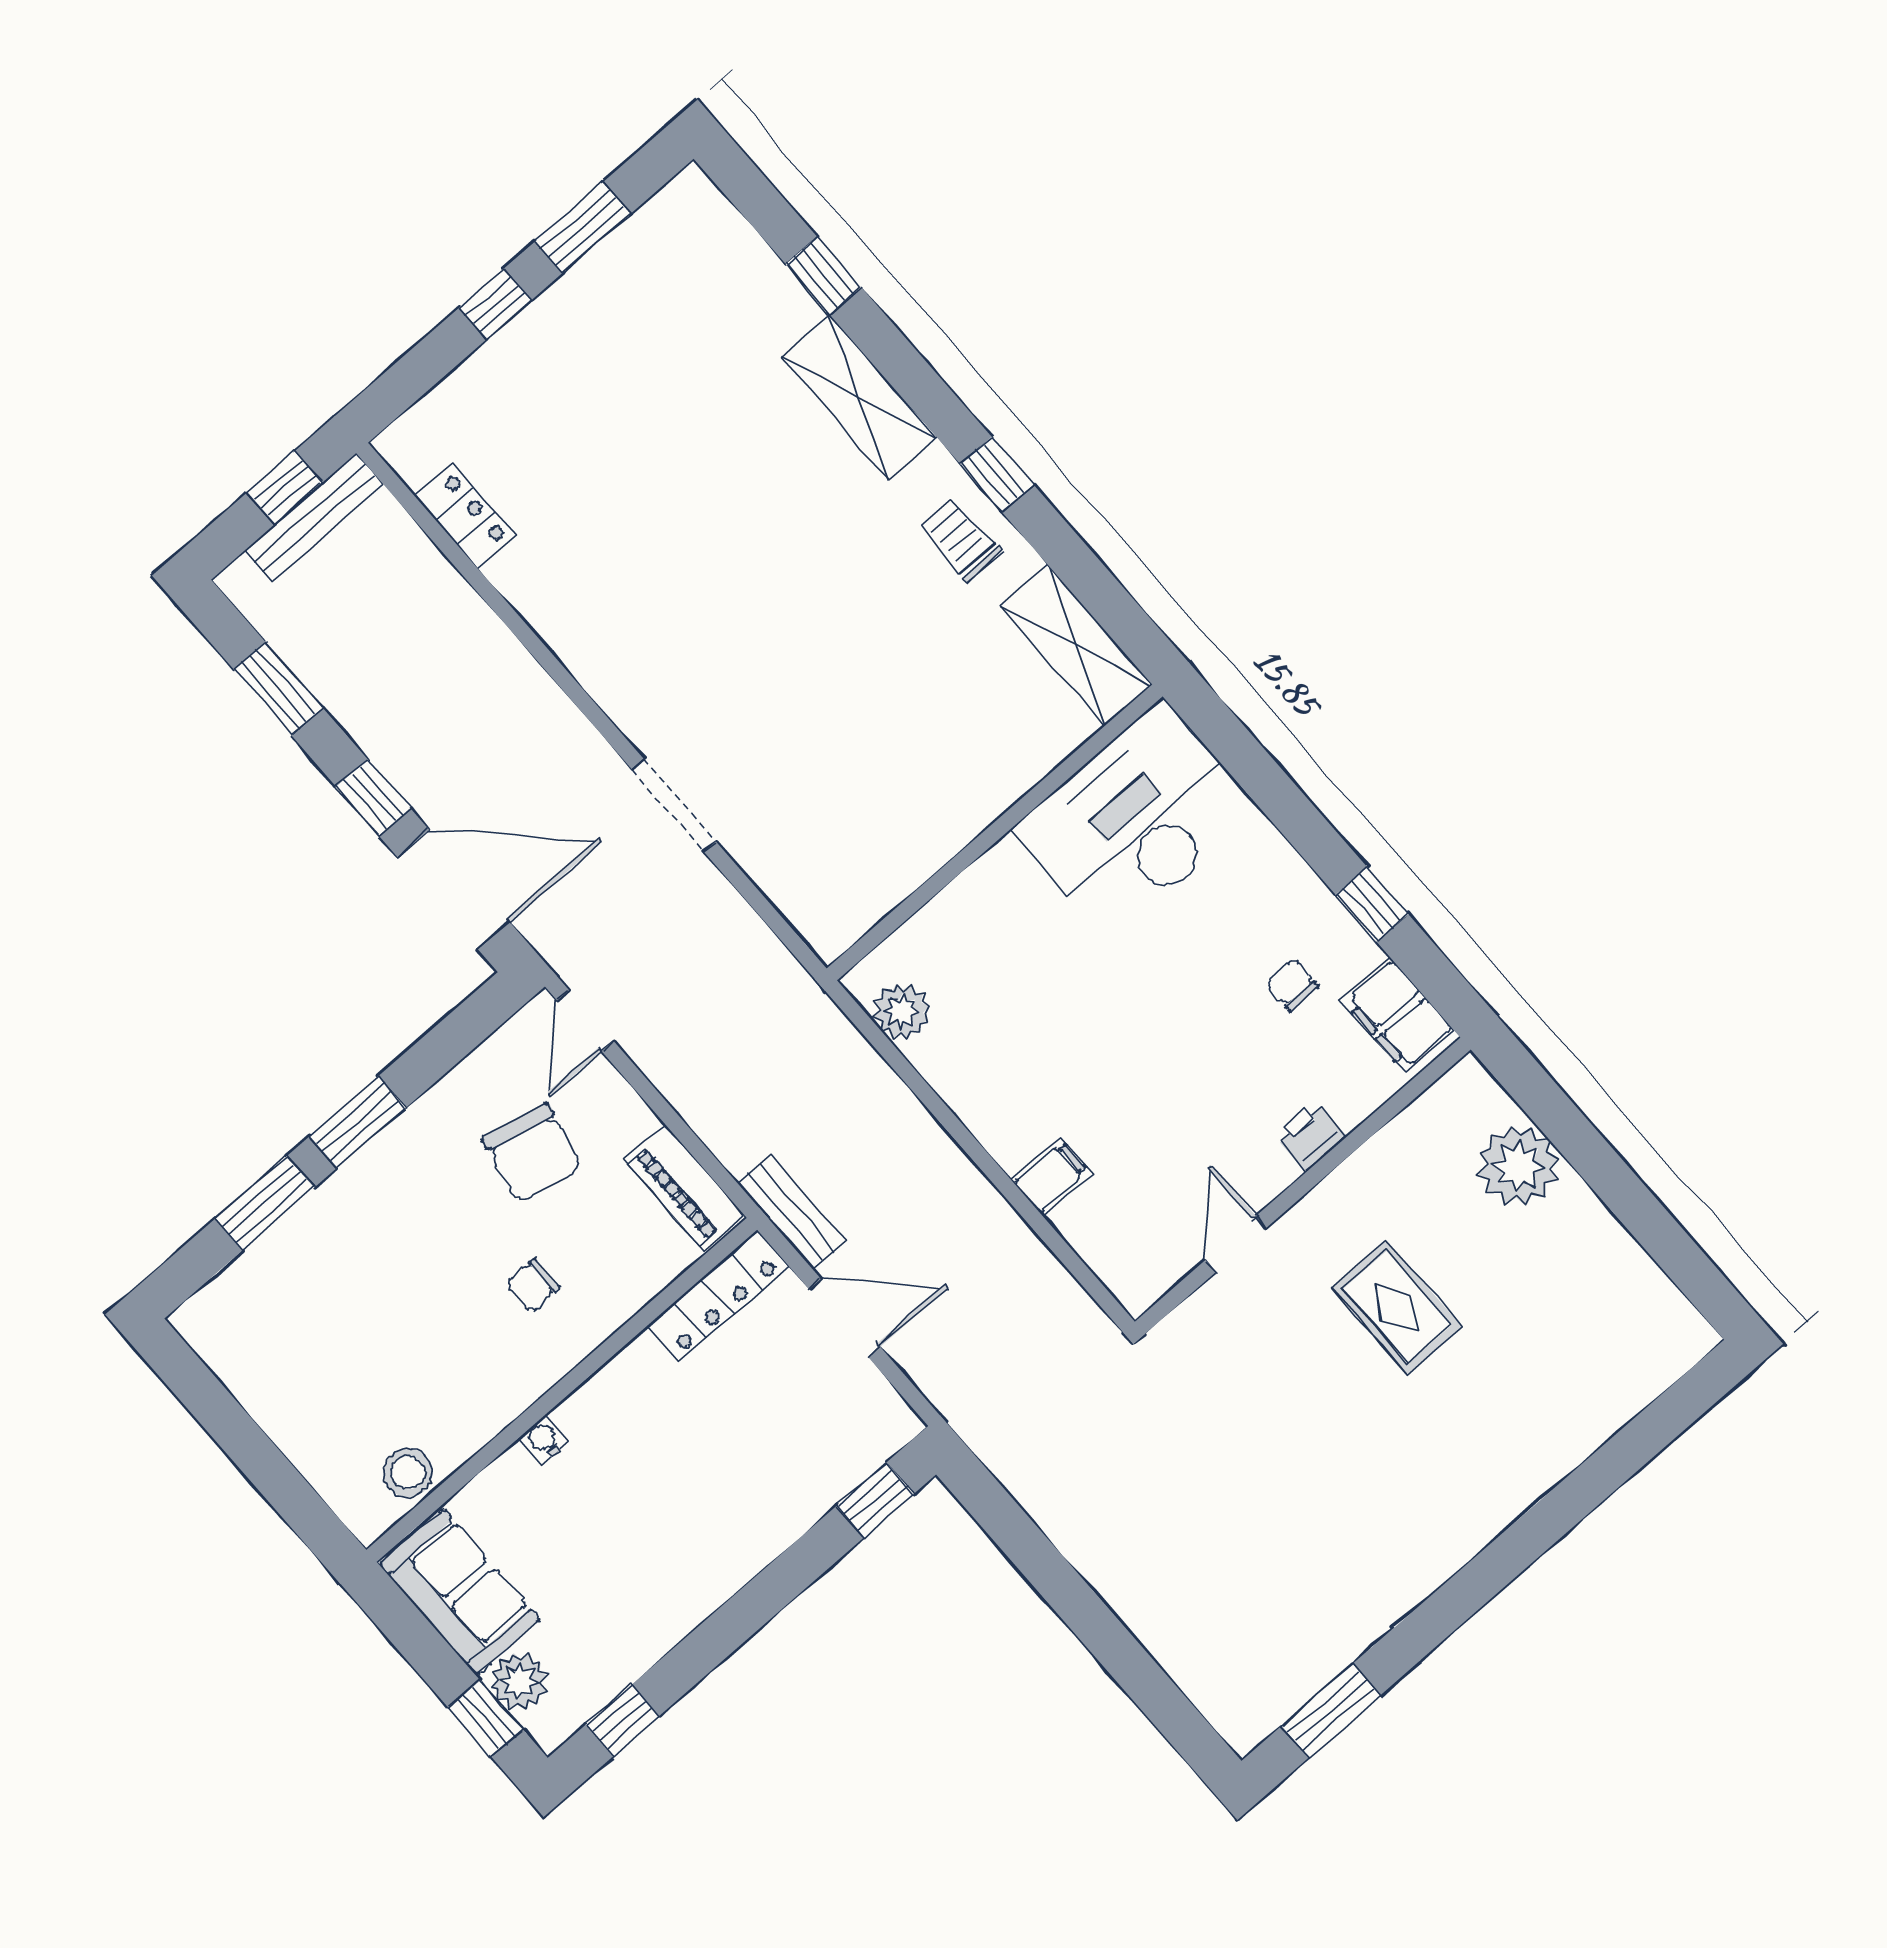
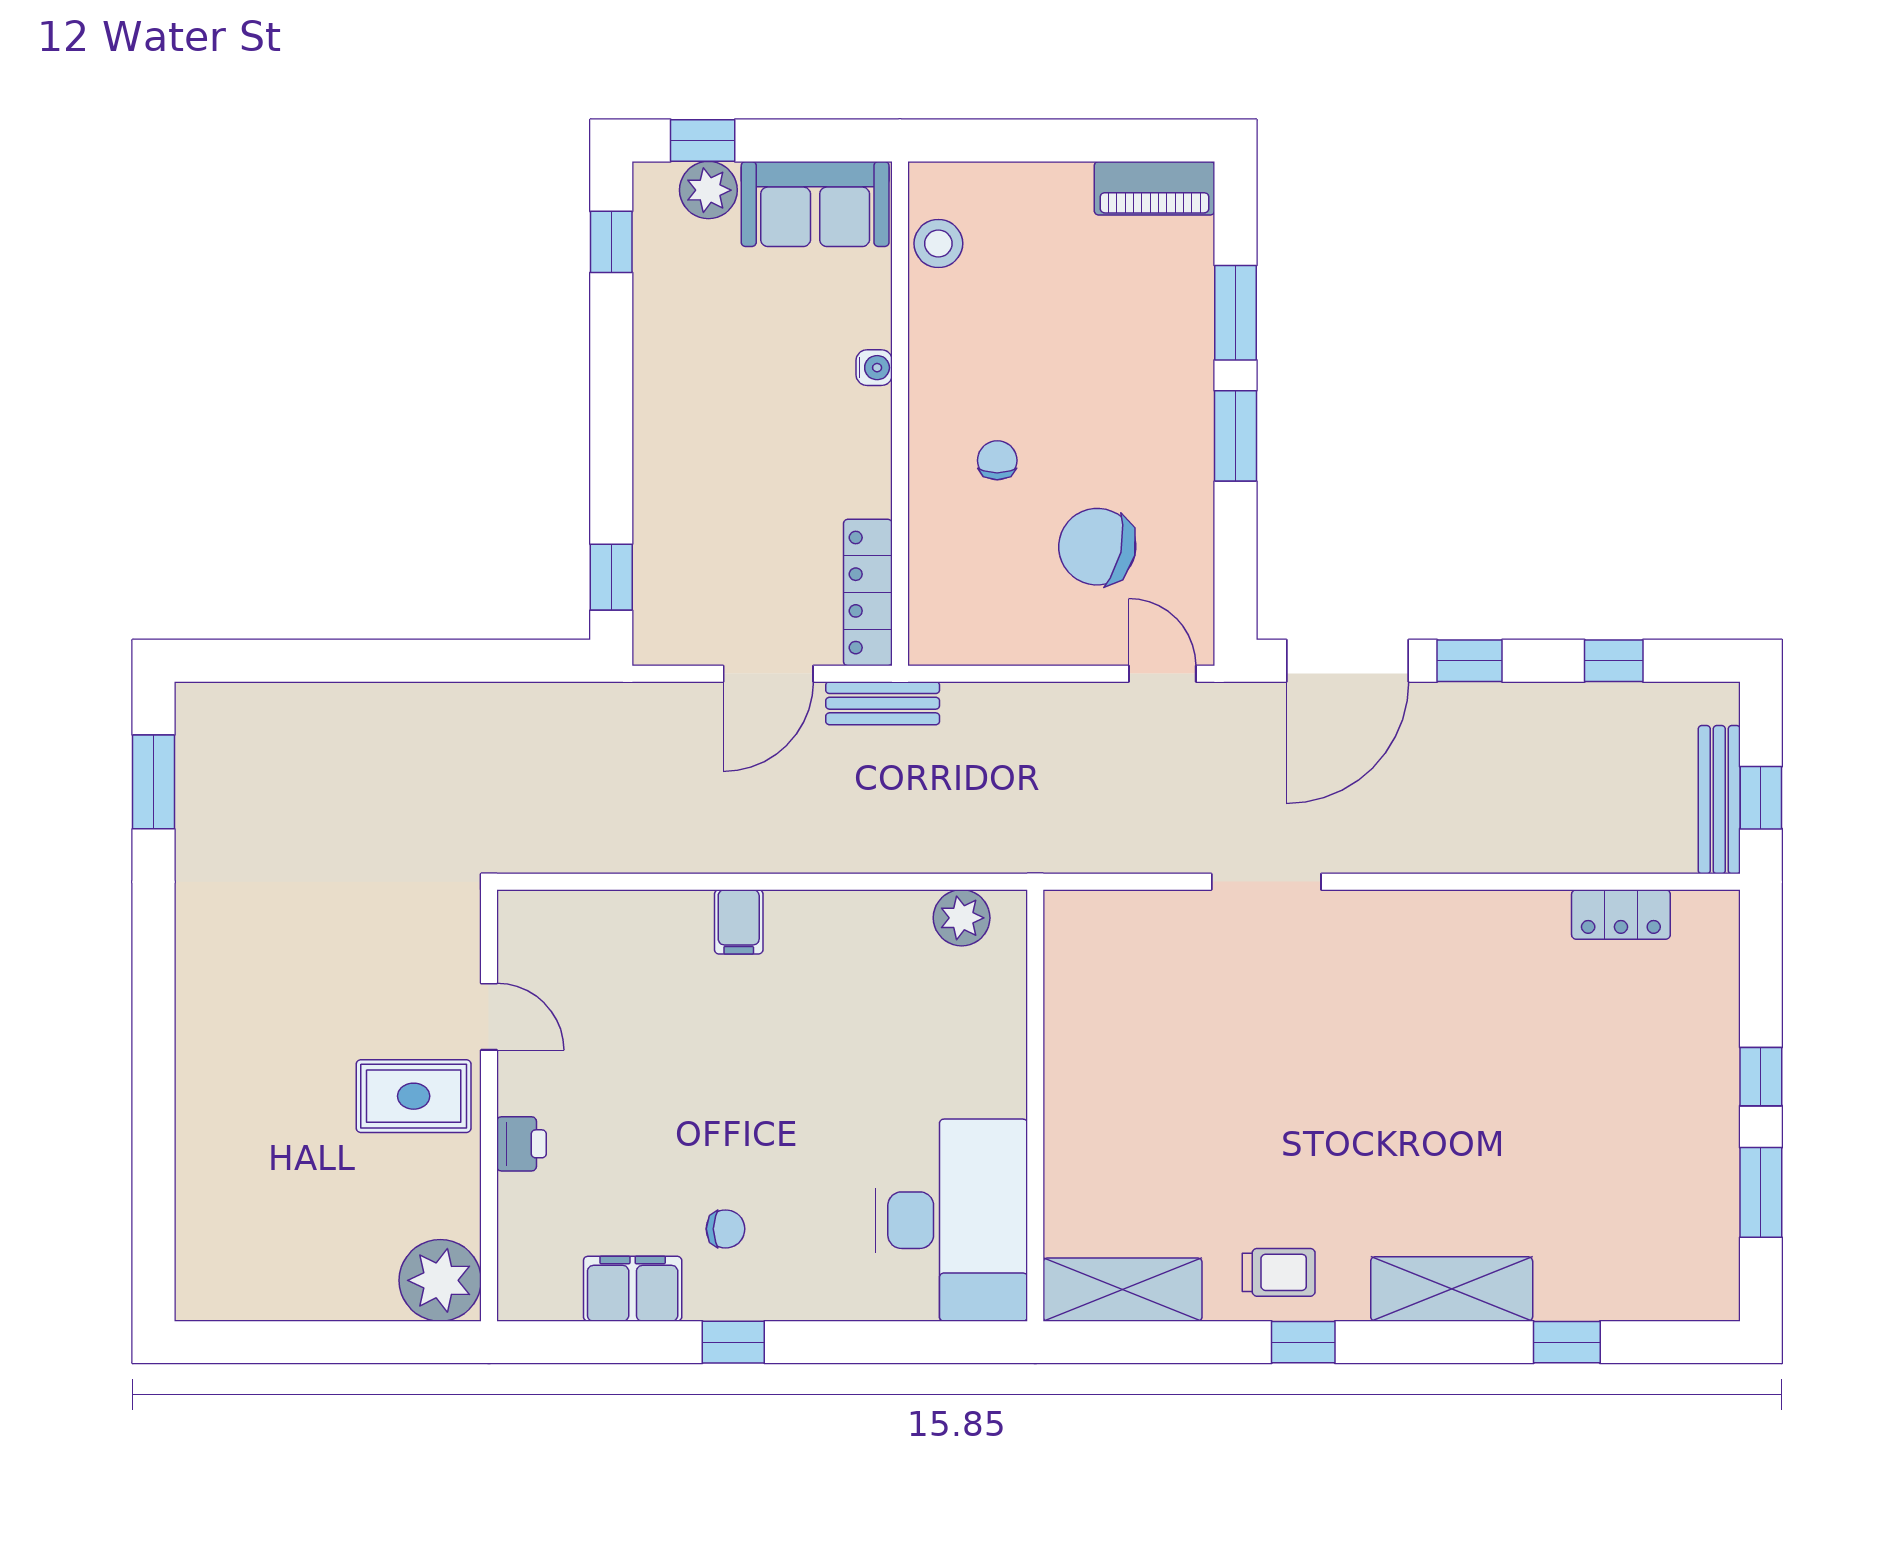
window: (278, 689) -> (1614, 661), width x0.67
printer: (1310, 1136) -> (521, 1144), moved
wall: (1303, 1186) -> (489, 1105), moved
piano: (684, 1187) -> (1154, 188), moved, turned 180
door: (1236, 1244) -> (489, 1017), moved

